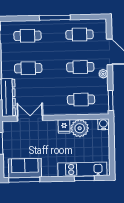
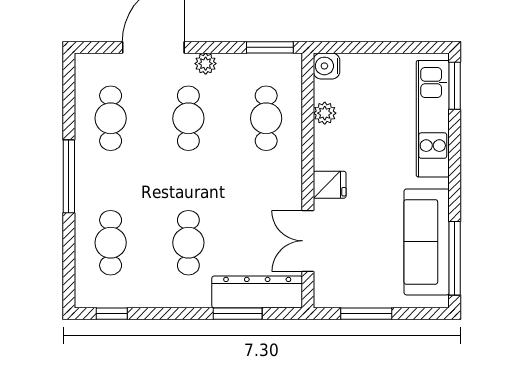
fridge: (64, 127) -> (330, 185), moved
plant: (80, 128) -> (325, 113), width x0.53, depth x0.53
sofa: (25, 168) -> (427, 242), width x1.36
window: (84, 178) -> (455, 86), moved

